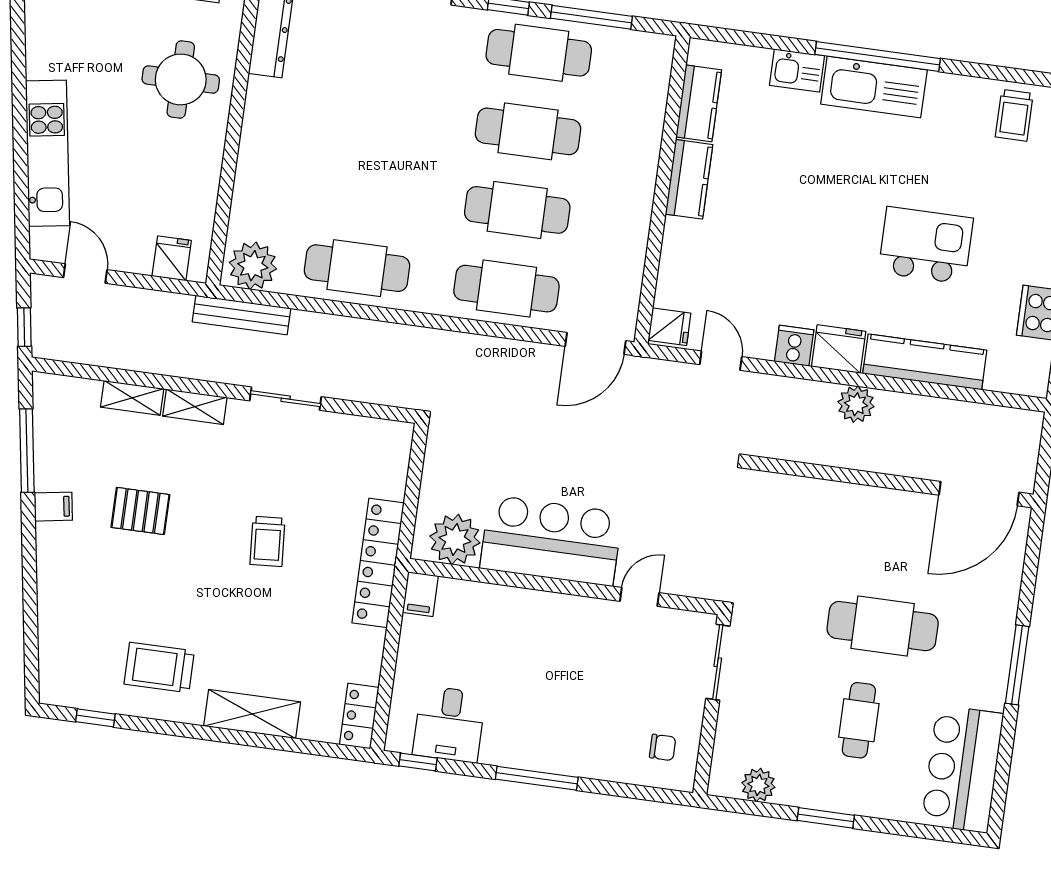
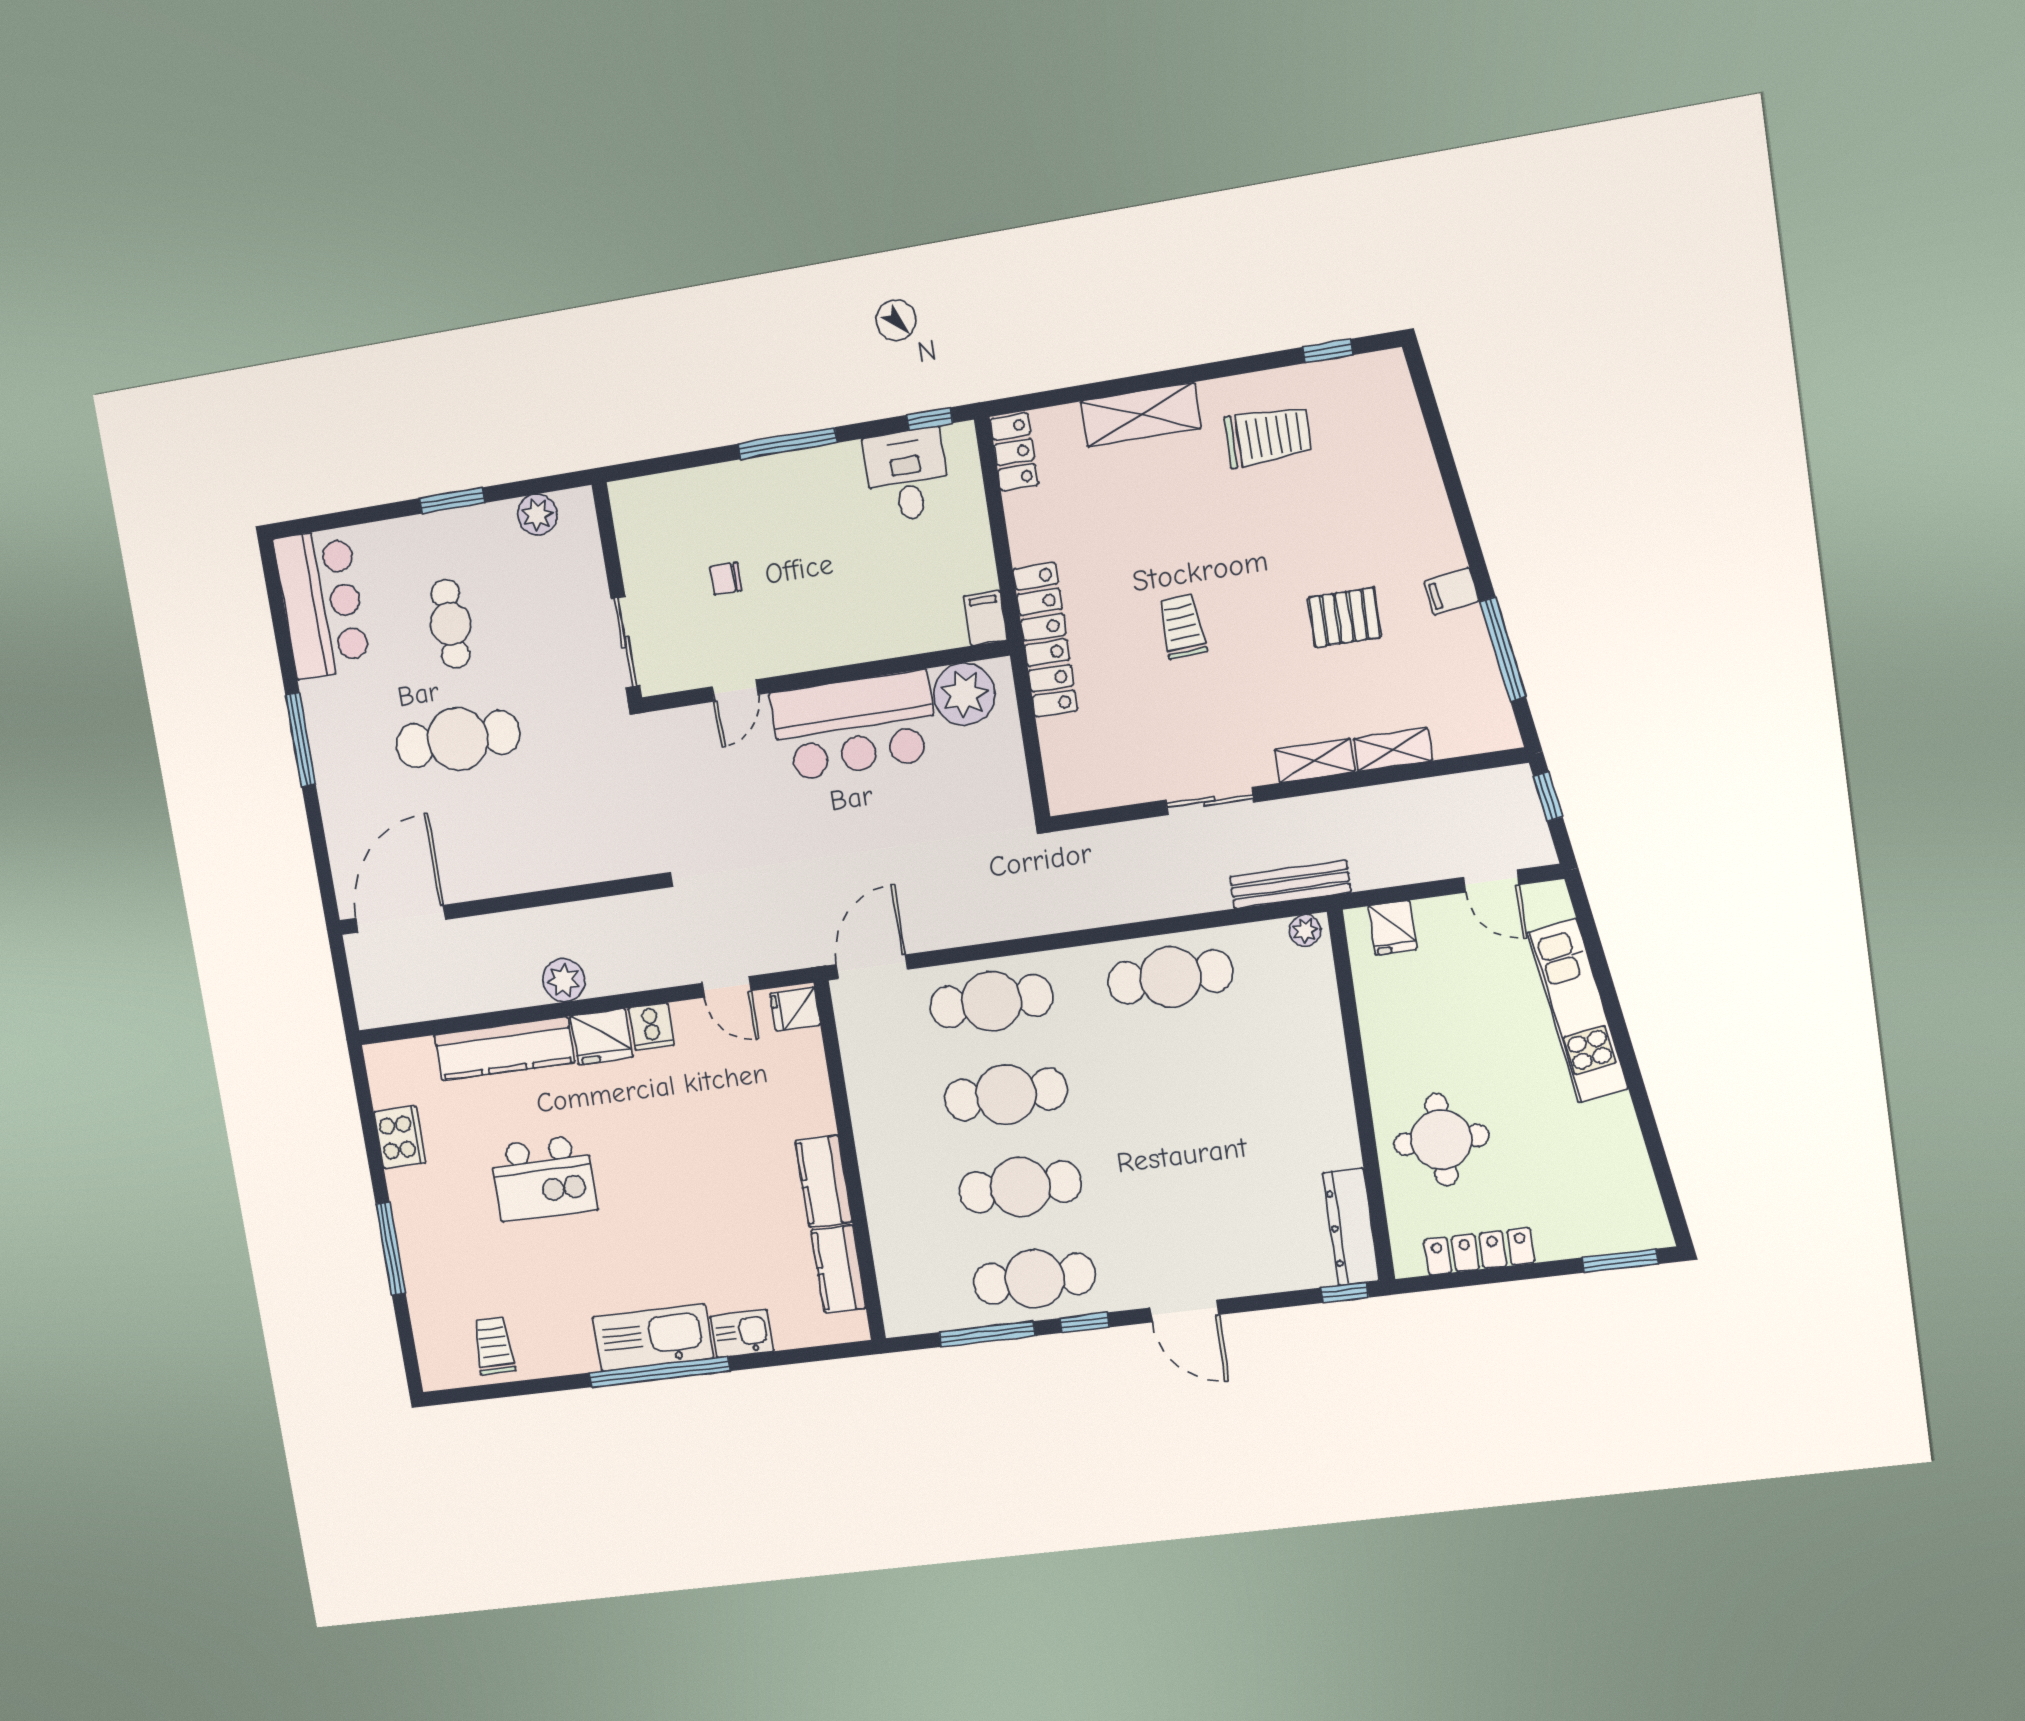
plant: (253, 266) -> (1305, 931), width x0.53, depth x0.53
chair: (663, 747) -> (726, 579), moved

